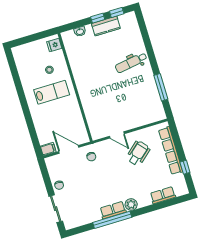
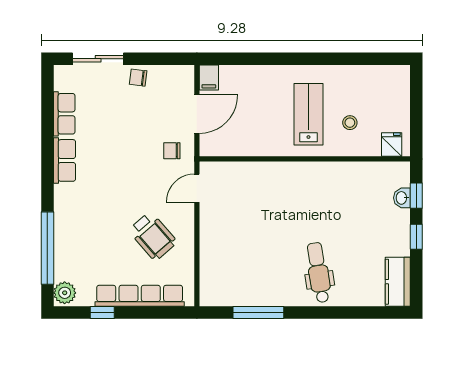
window: (117, 12) -> (416, 196), moved
kitchen counter: (106, 26) -> (398, 282), moved
lab bench: (52, 92) -> (308, 114), turned 180
door: (117, 135) -> (197, 188), moved
row of seats: (163, 195) -> (64, 114), moved
plant: (131, 205) -> (65, 293), moved
window: (112, 220) -> (47, 248), moved

